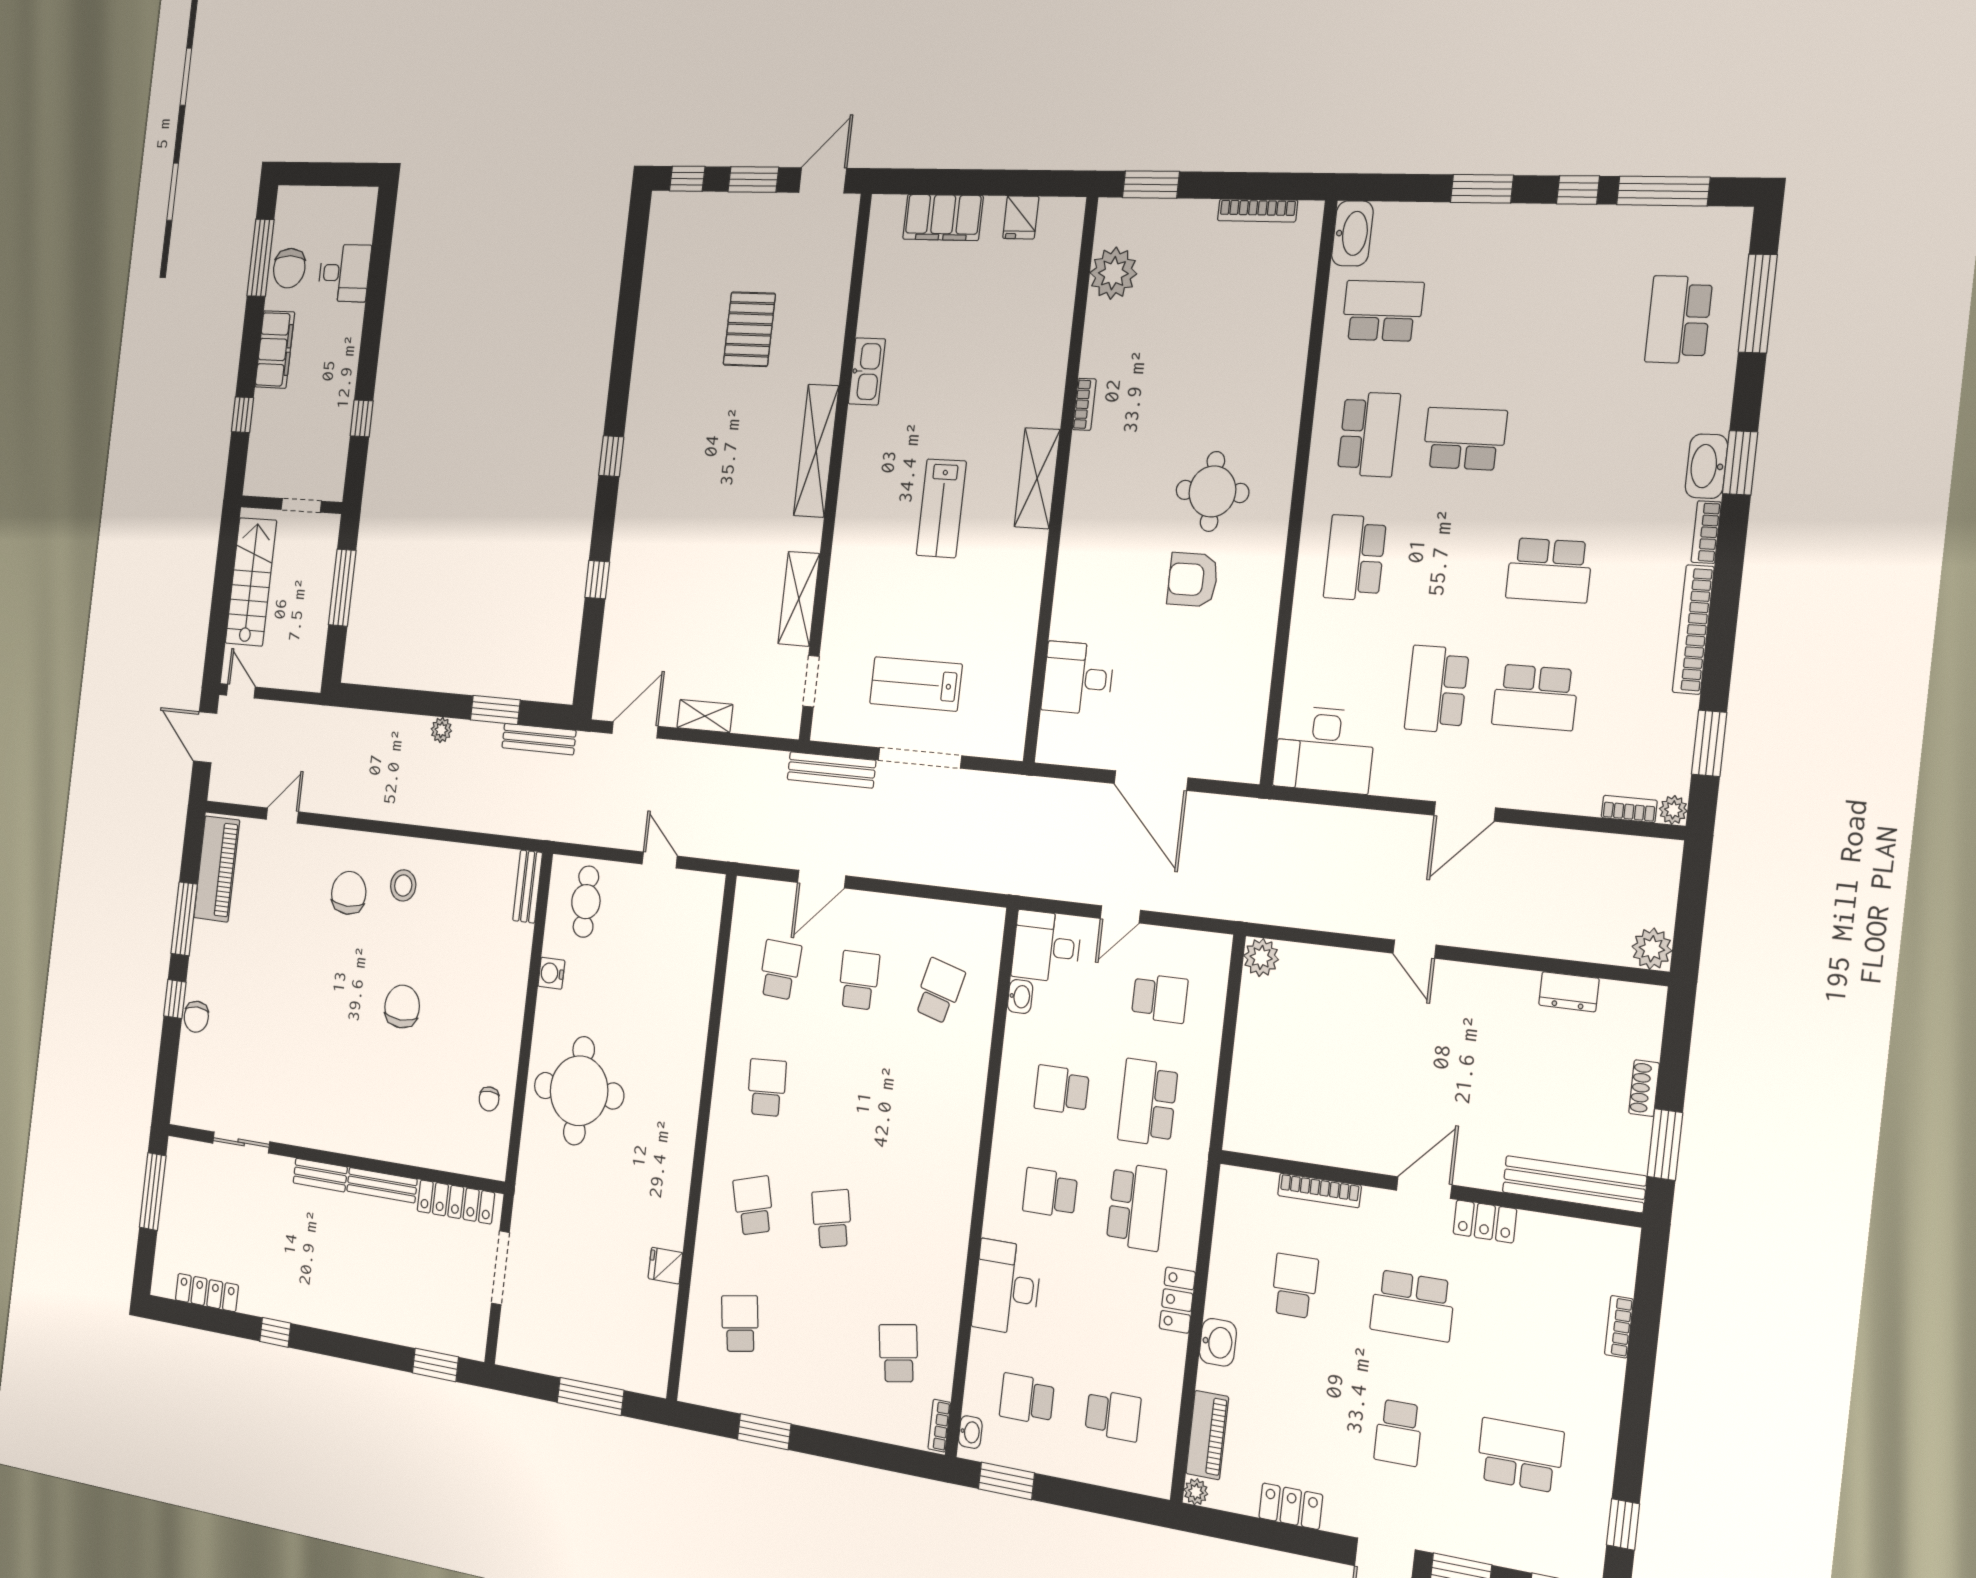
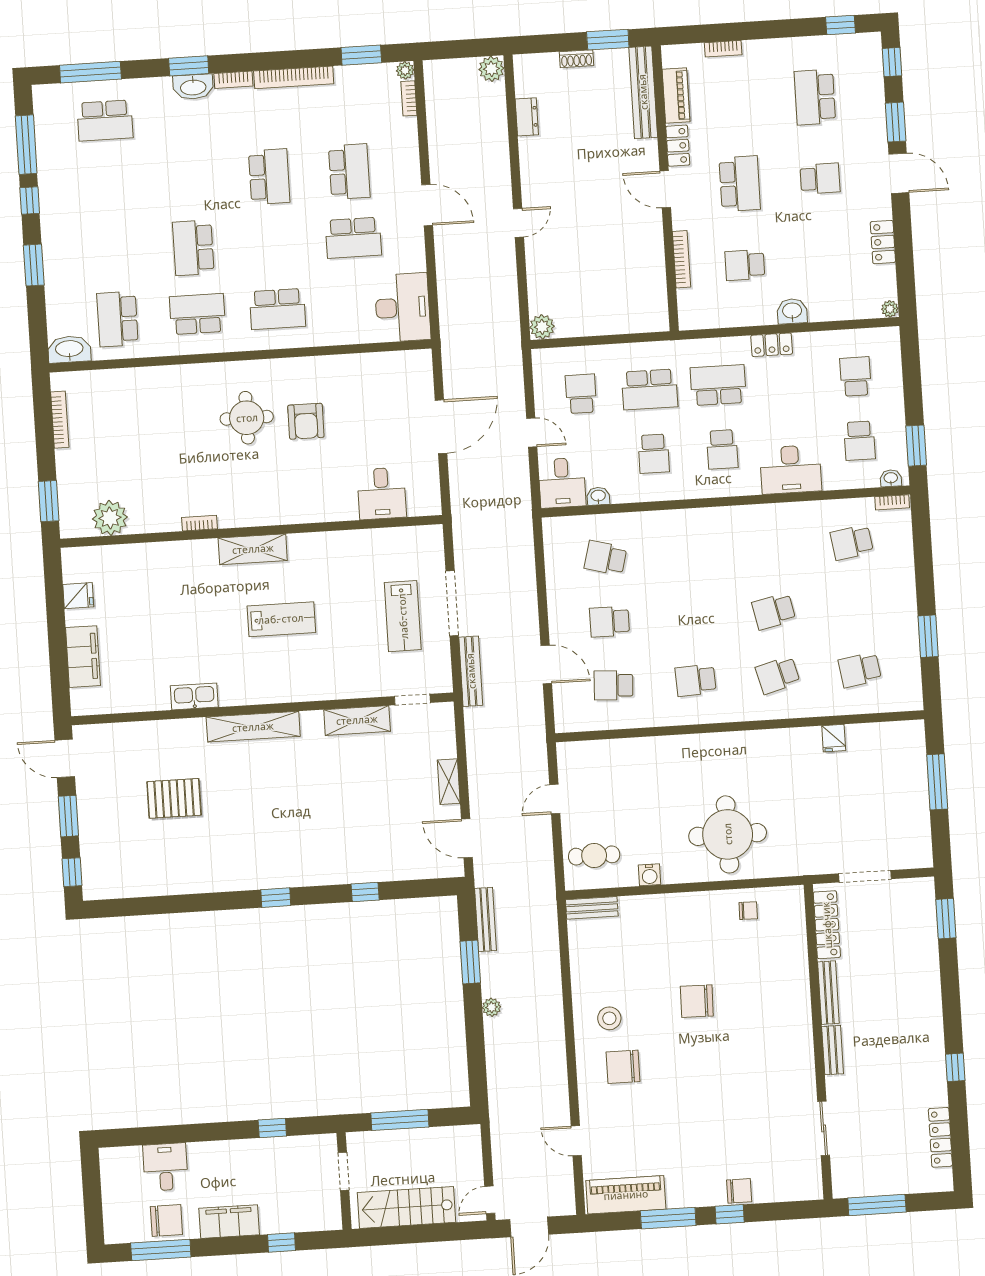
piano: (1207, 1435) -> (676, 95), moved, turned 90

